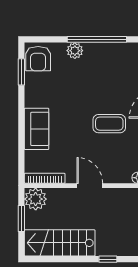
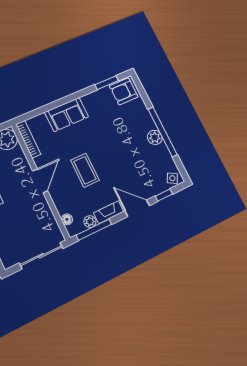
plant: (75, 51) -> (155, 137), moved
coffee table: (109, 124) -> (85, 170), moved

